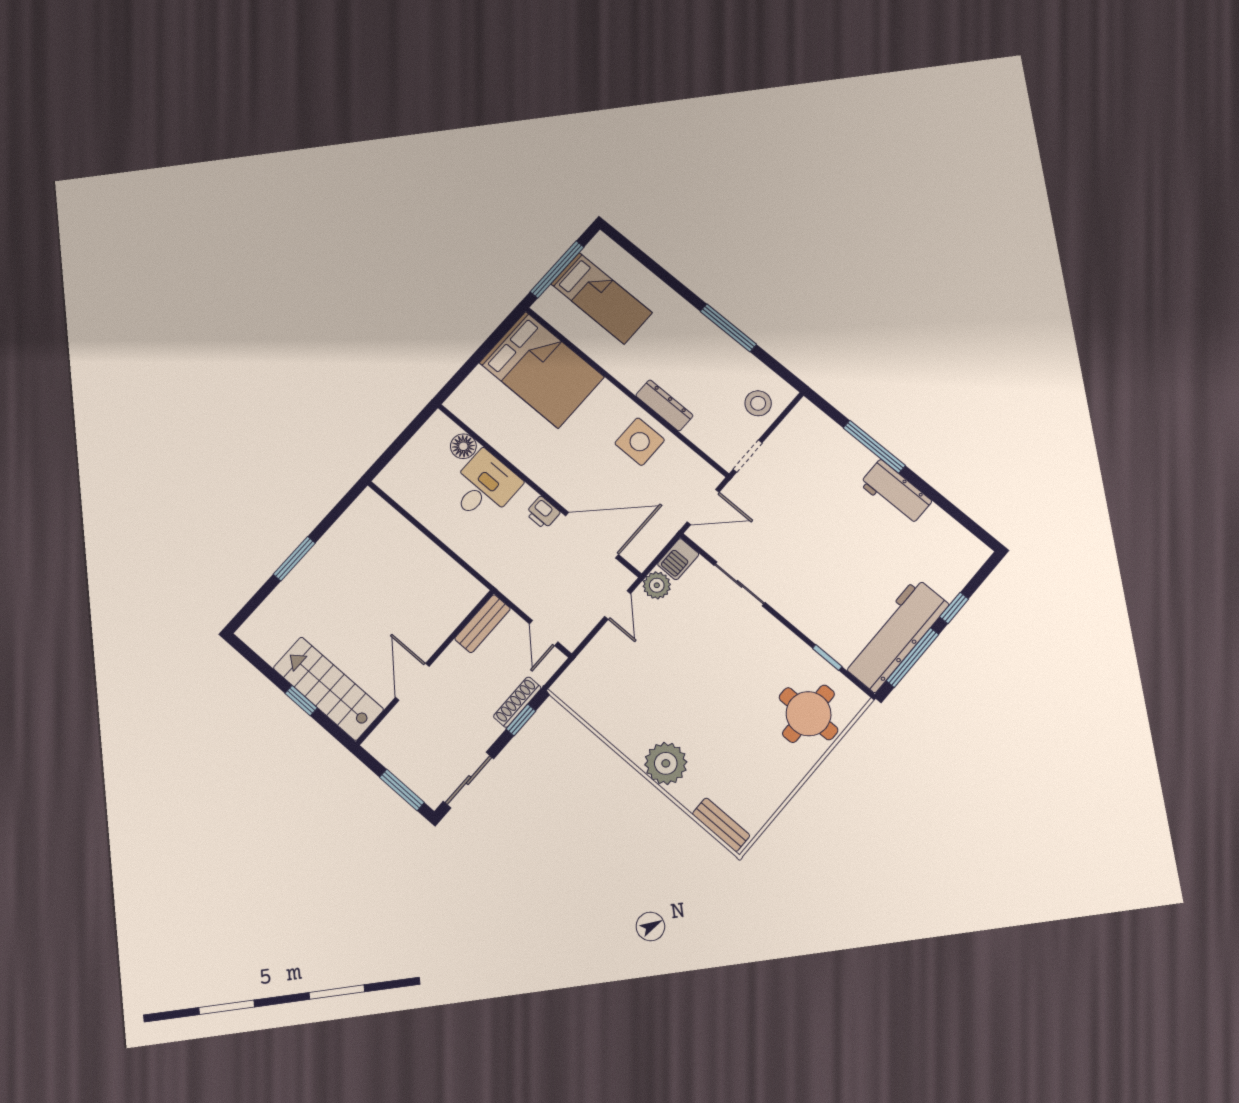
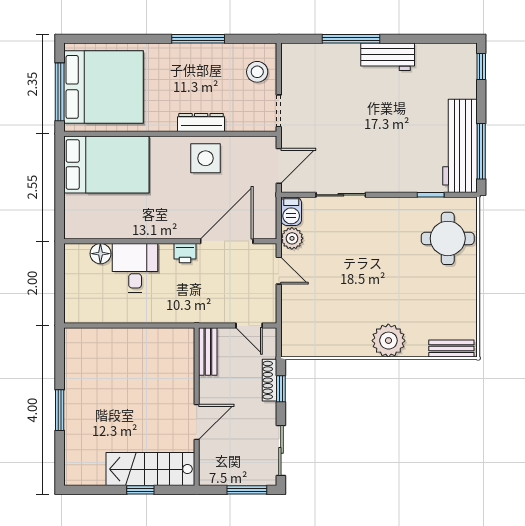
bed: (602, 298) -> (103, 87), width x2.04
window: (954, 608) -> (481, 66), moved
door: (412, 682) -> (197, 422), swing flipped

